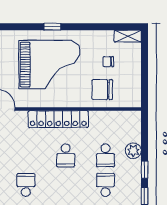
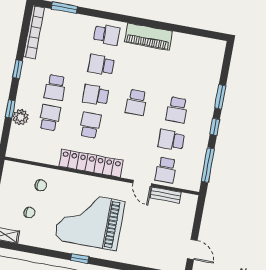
chair: (102, 90) -> (41, 185), width x0.54, depth x0.54
window: (145, 170) -> (10, 109), moved
school desk: (66, 185) -> (96, 95), added

